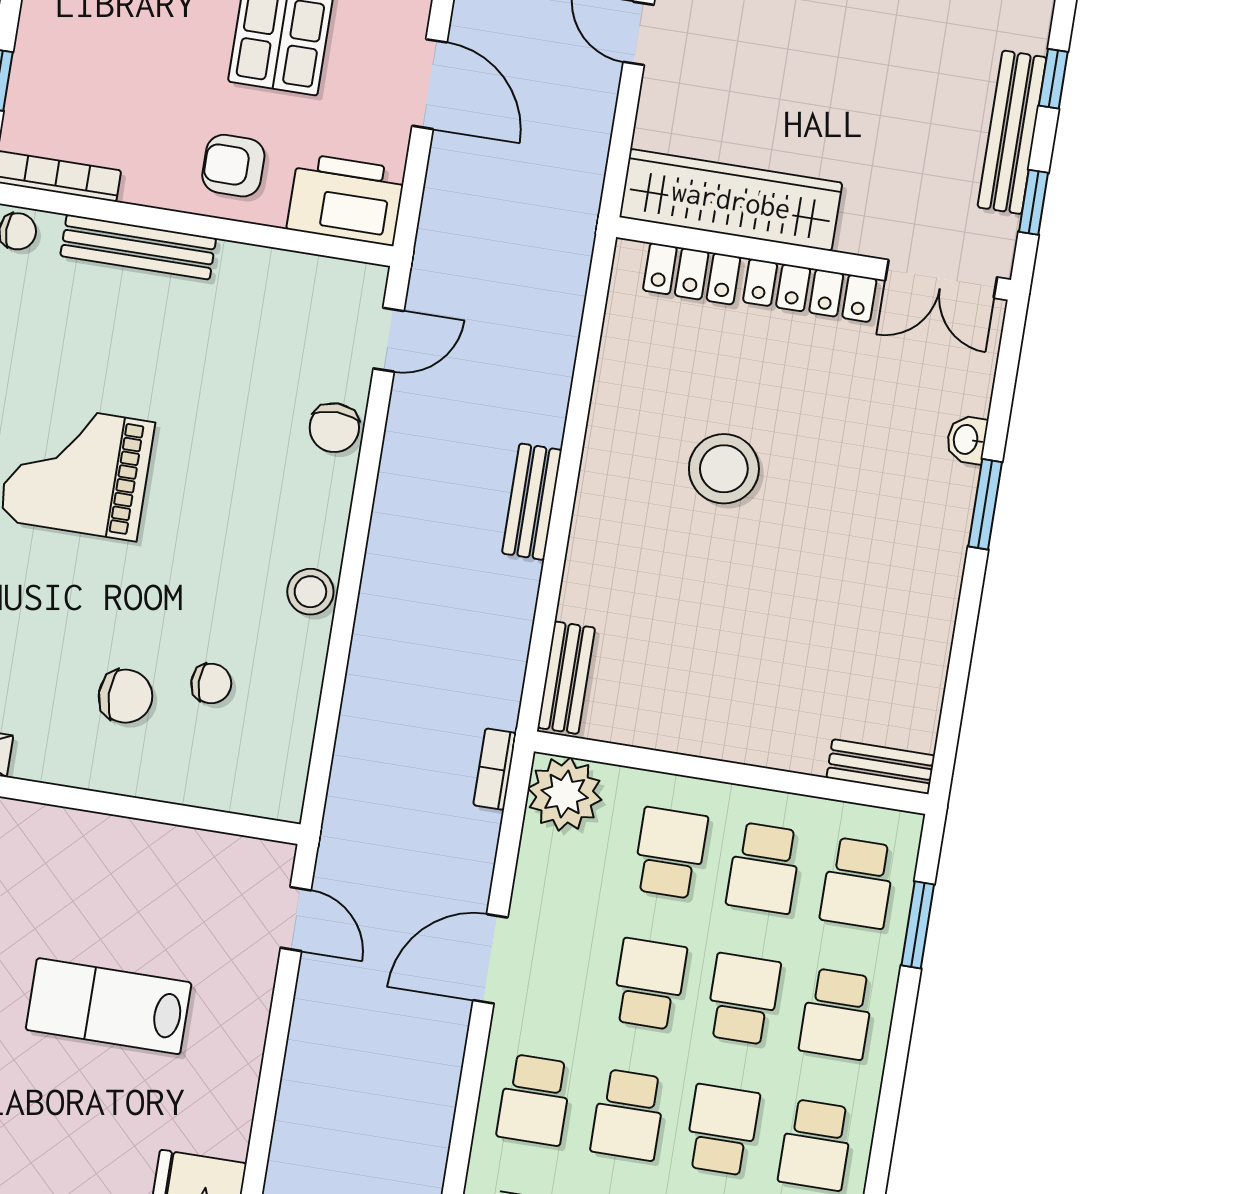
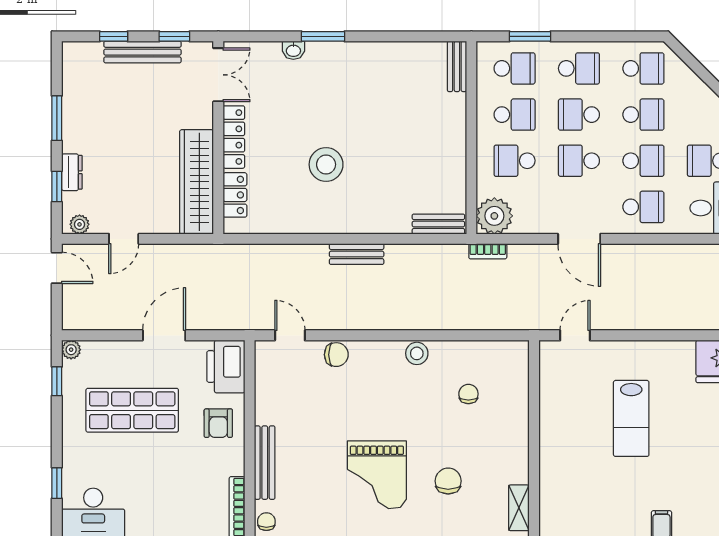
chair: (125, 696) -> (448, 481), moved
school desk: (722, 1130) -> (643, 115), turned 180

